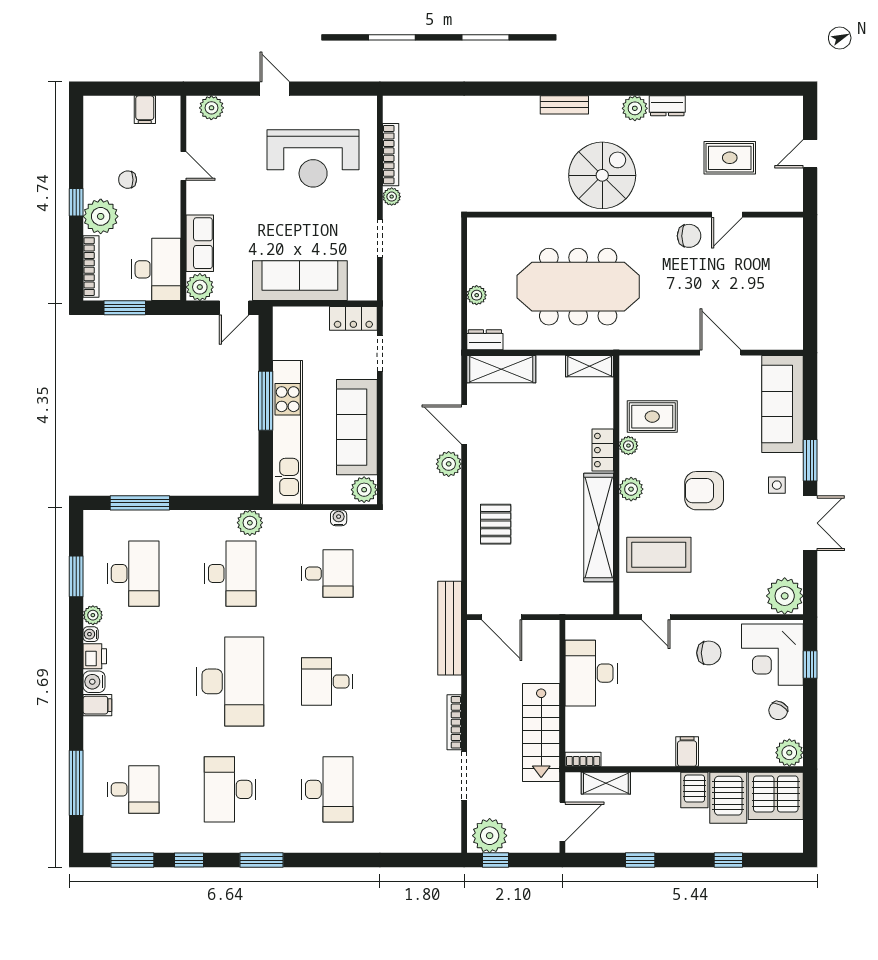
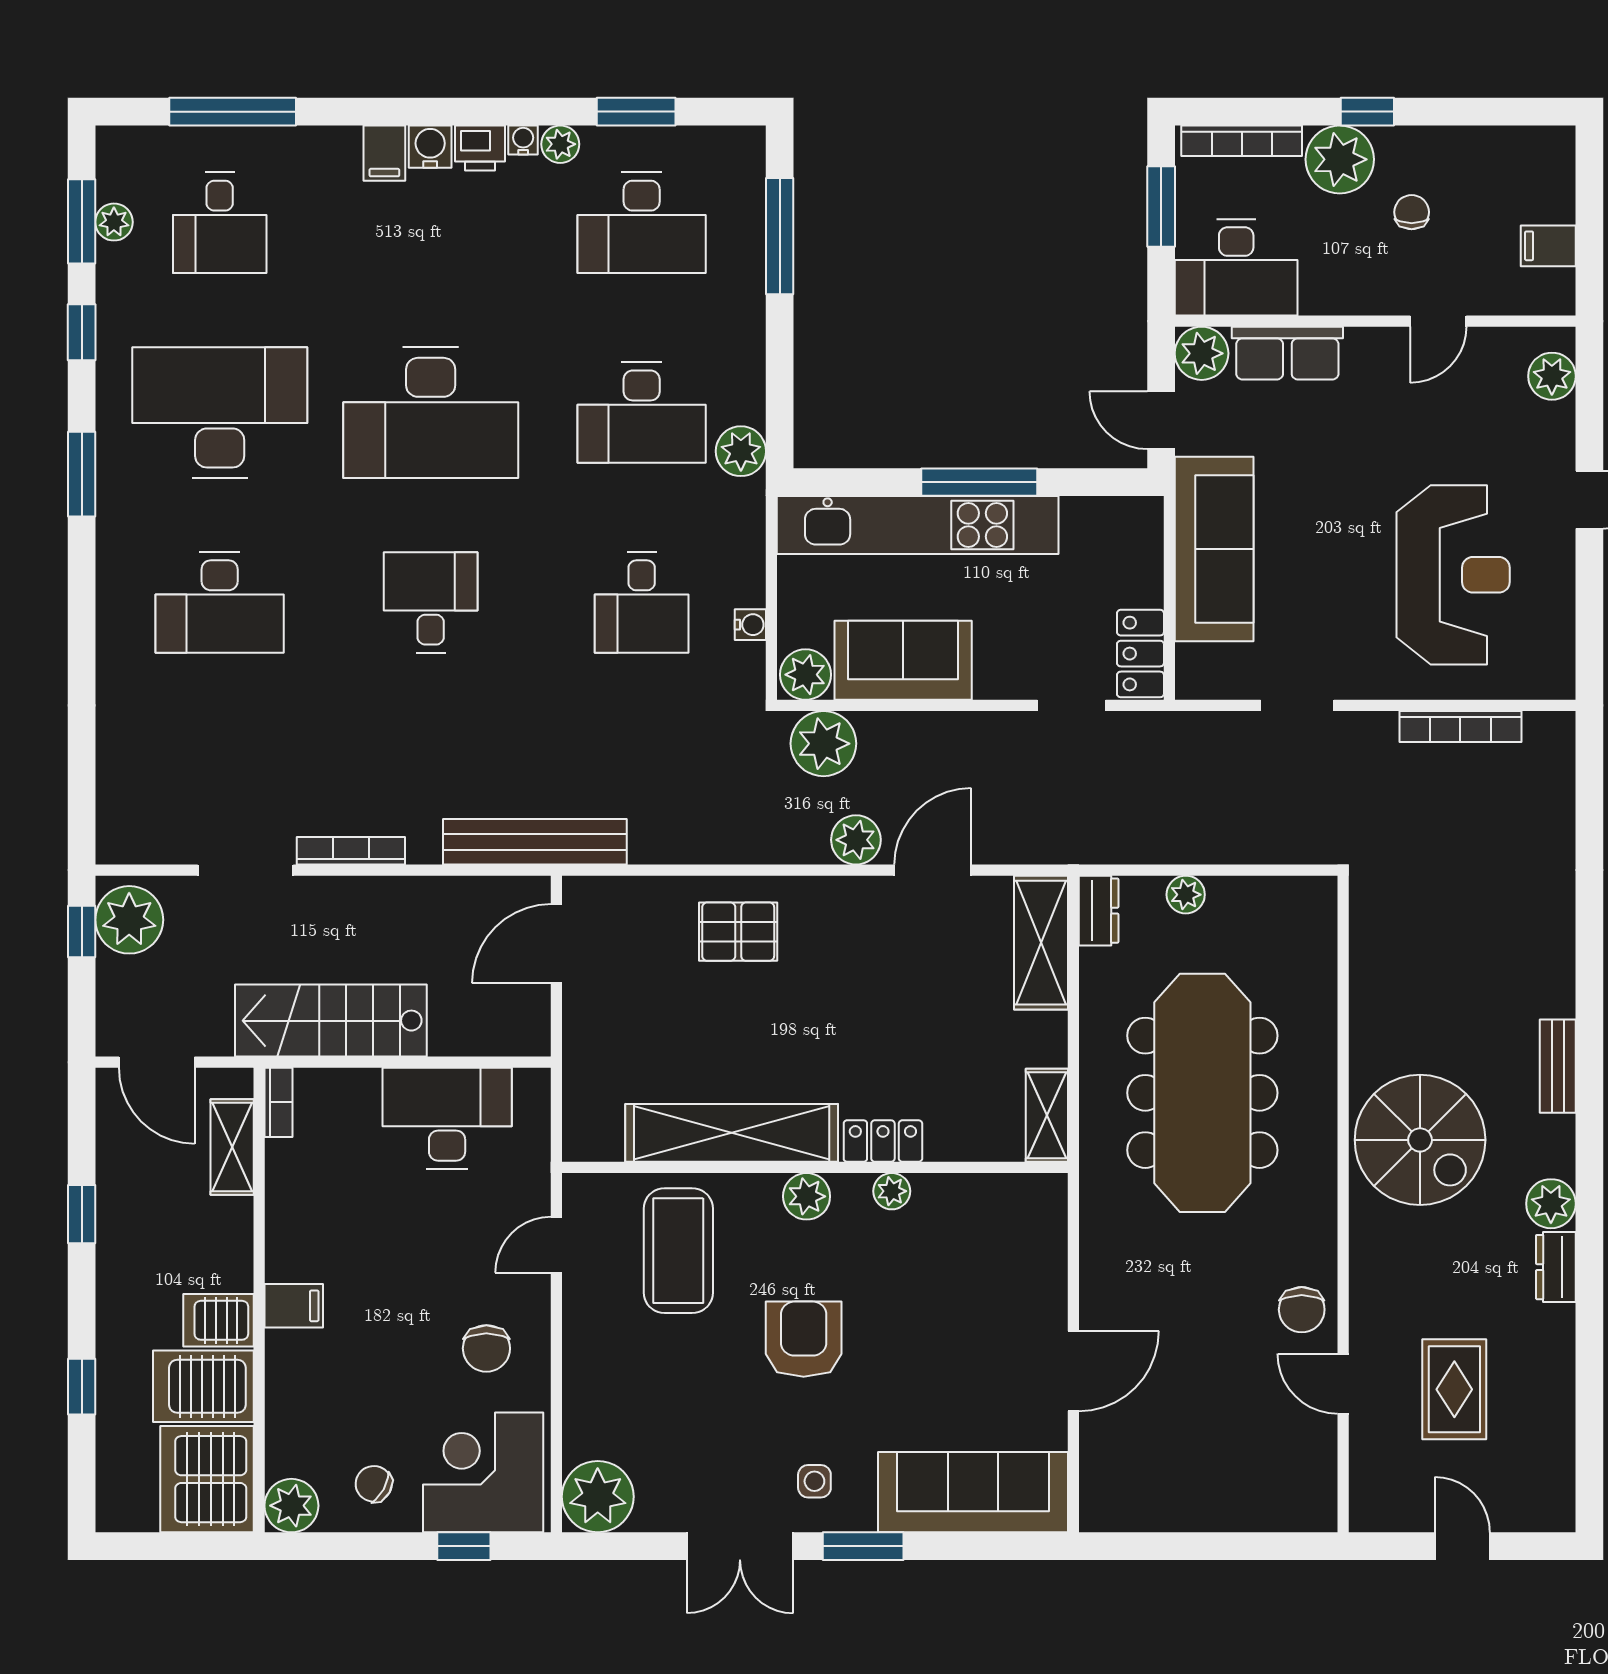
reception desk: (313, 158) -> (1453, 575), turned 180
plant: (392, 197) -> (823, 744), moved, width x1.88, depth x1.88
rug: (652, 417) -> (948, 1238), removed
sofa: (357, 427) -> (903, 660), width x0.73
desk: (230, 789) -> (220, 413), width x1.36, depth x1.30
plant: (133, 843) -> (114, 222), added

